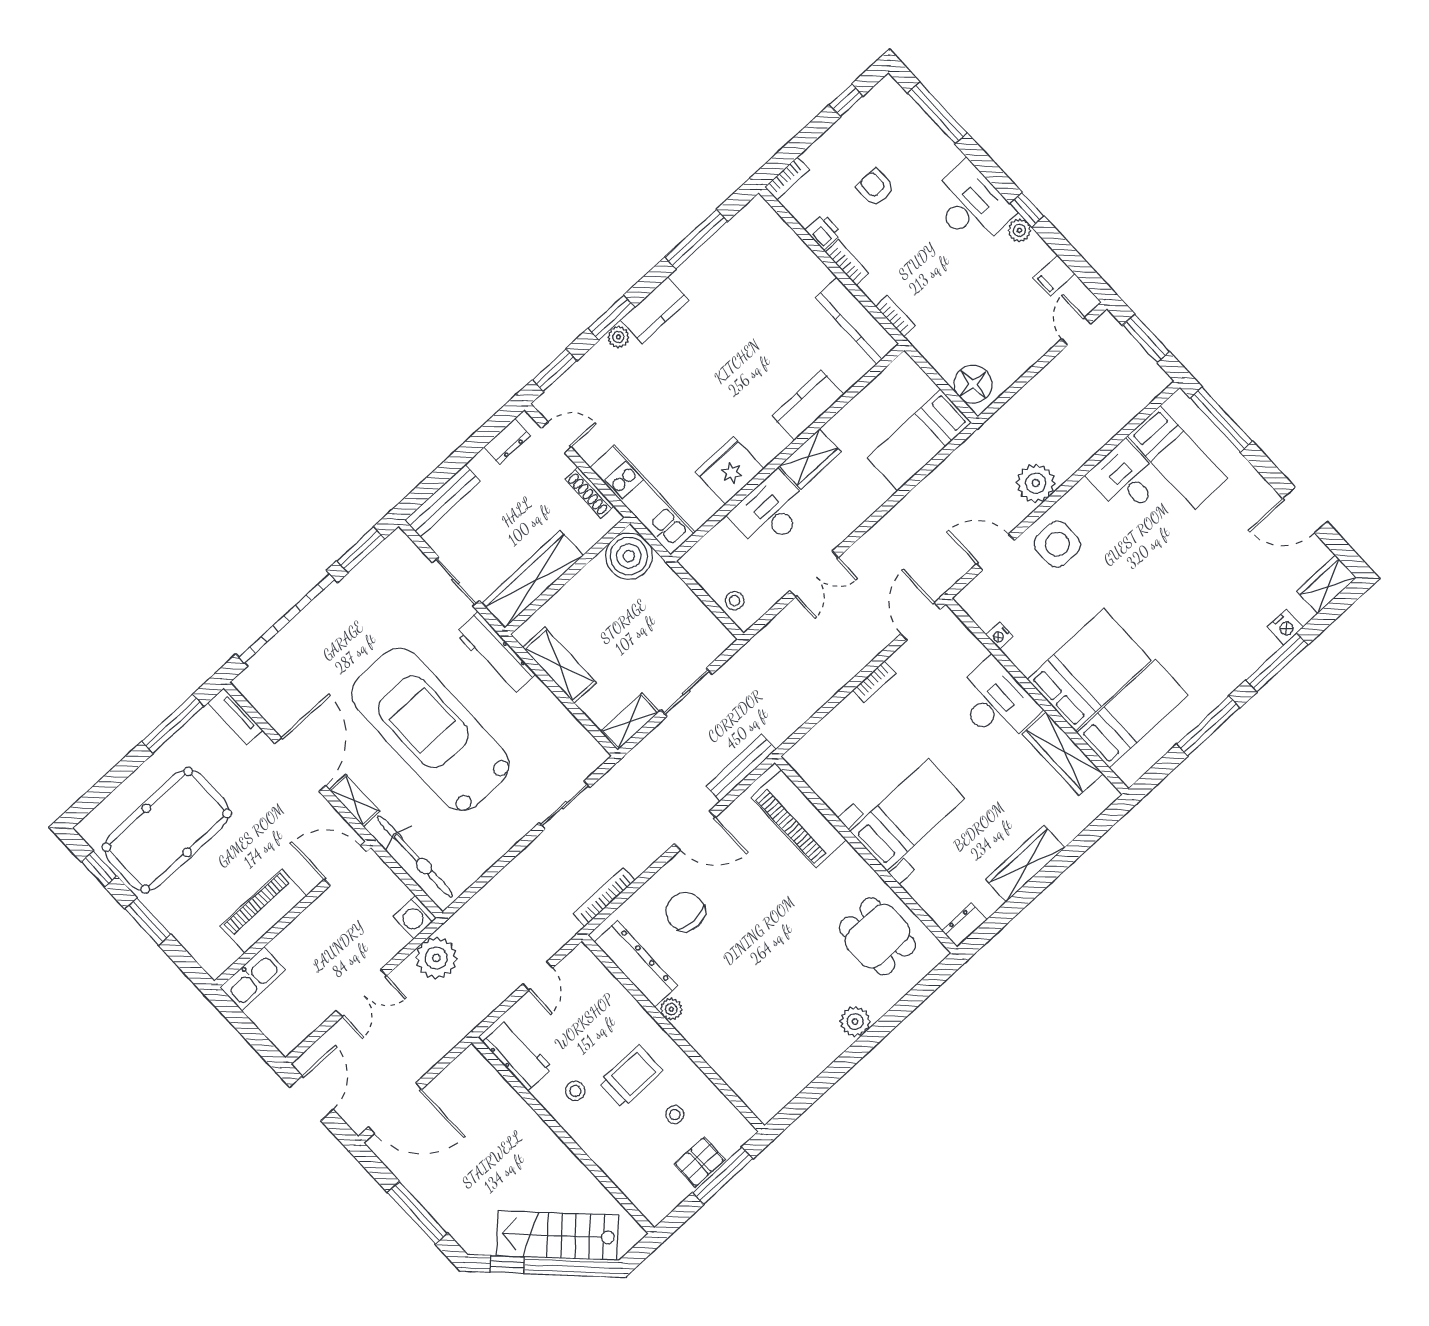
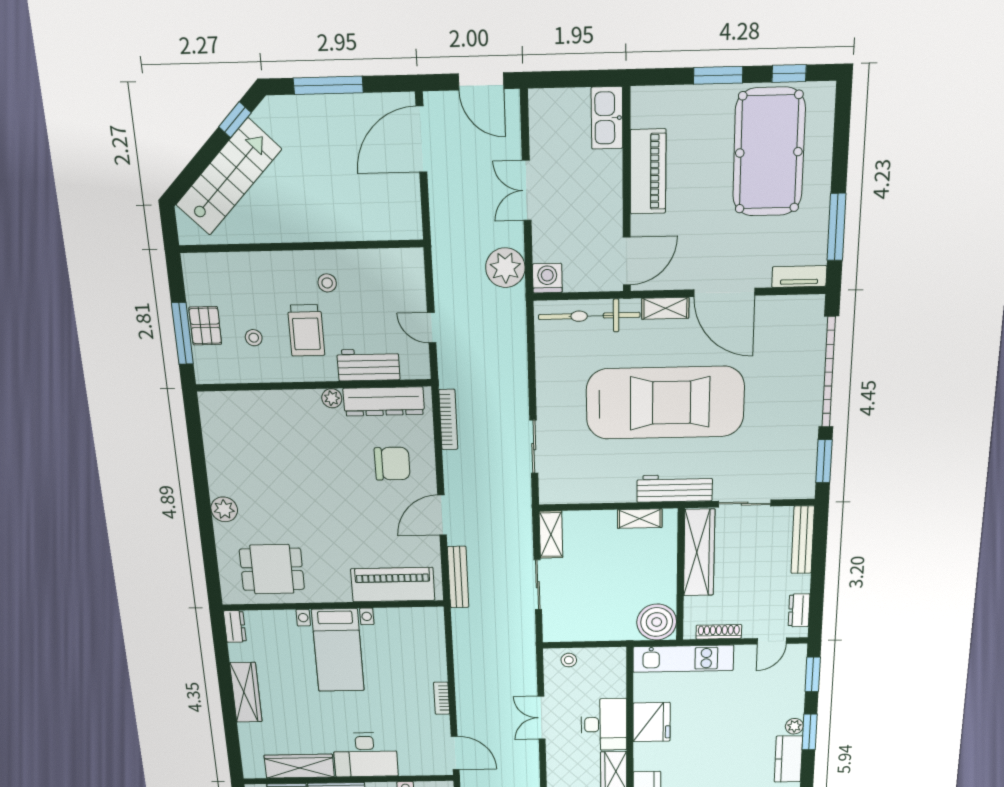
shelving: (559, 665) -> (640, 519), width x0.67, depth x0.75
workbench: (518, 1055) -> (368, 365), moved, turned 180

